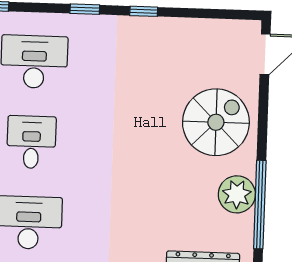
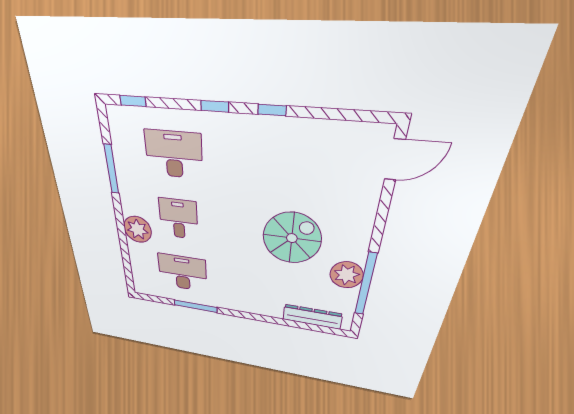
spiral stairs: (216, 122) -> (292, 238), moved

